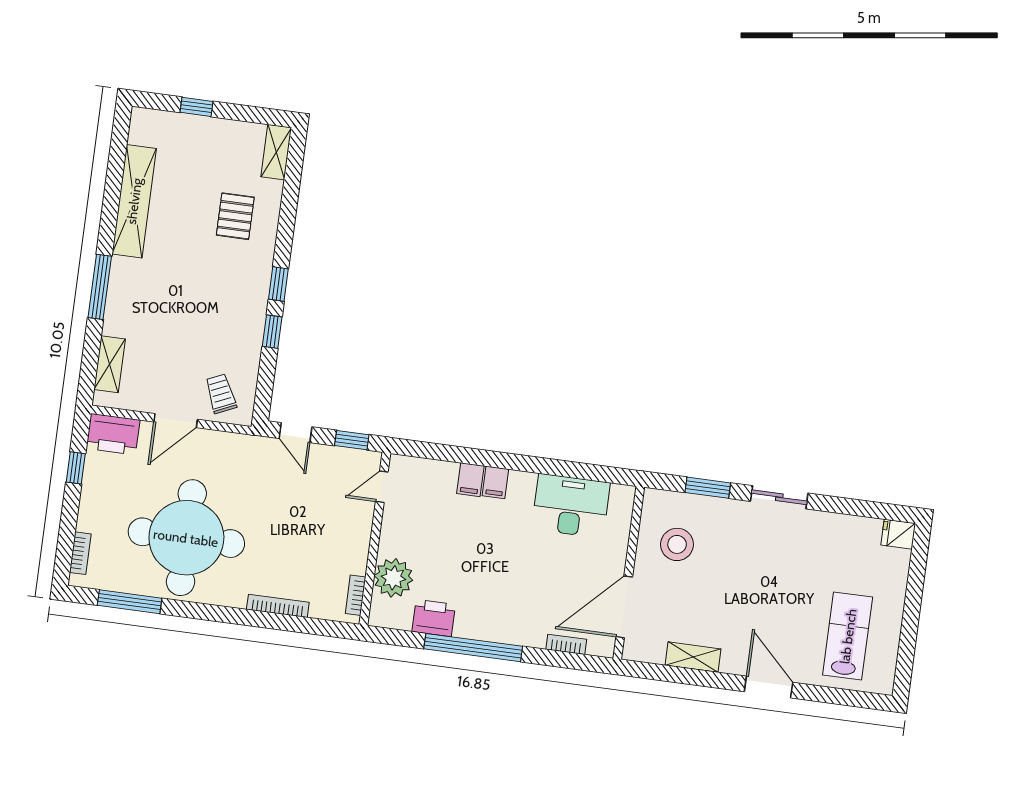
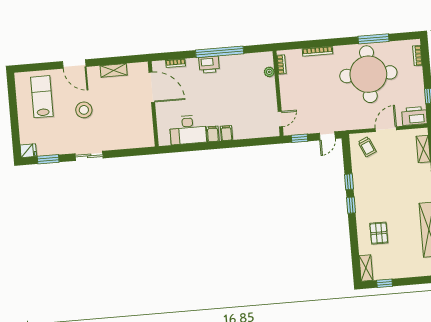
window: (197, 107) -> (385, 283), moved
door: (295, 433) -> (327, 136), swing flipped
filing cabinet: (470, 480) -> (213, 134), moved
window: (708, 488) -> (48, 159), moved
stool: (677, 544) -> (84, 110), moved
plant: (393, 578) -> (269, 72), width x0.53, depth x0.53
window: (130, 602) -> (373, 39), moved
door: (624, 607) -> (152, 87), hinge flipped
printer: (434, 618) -> (209, 65), moved
lab bench: (848, 636) -> (42, 97), turned 180

